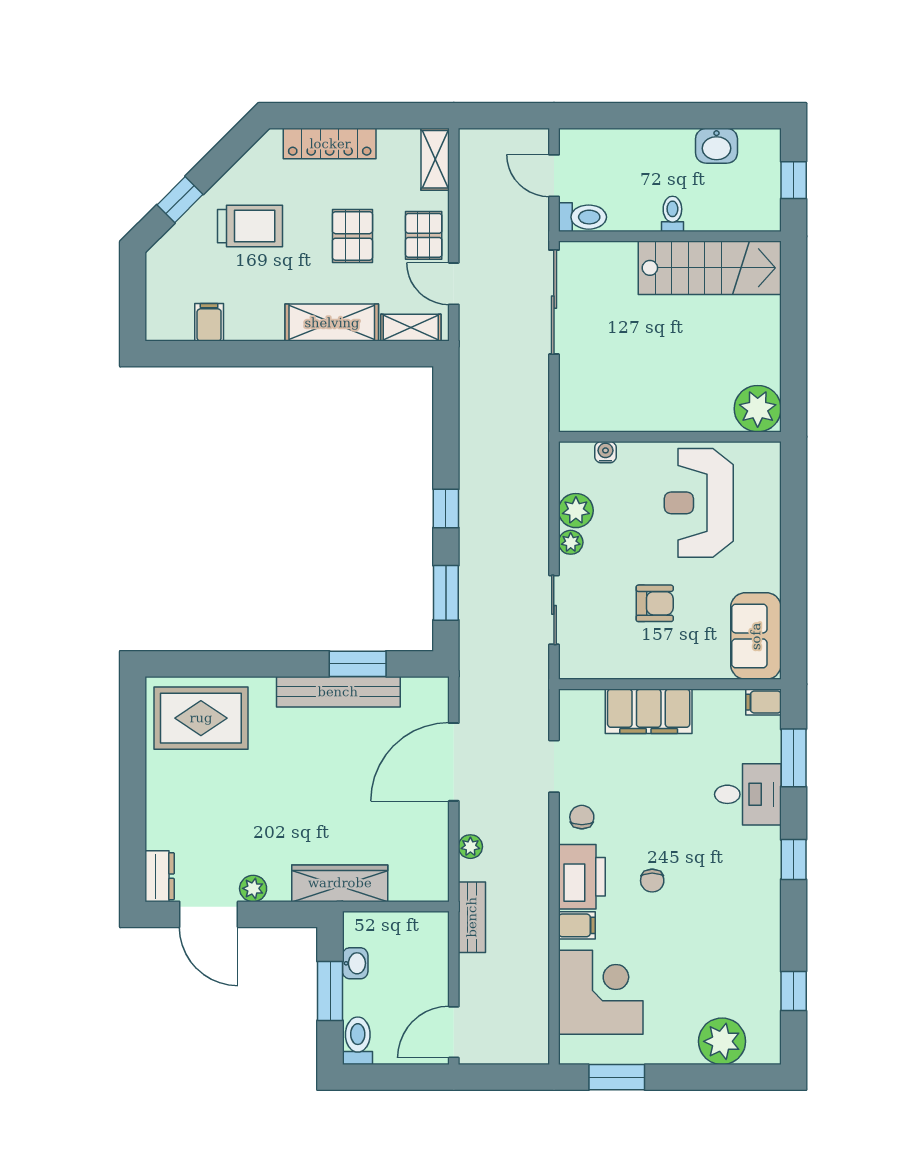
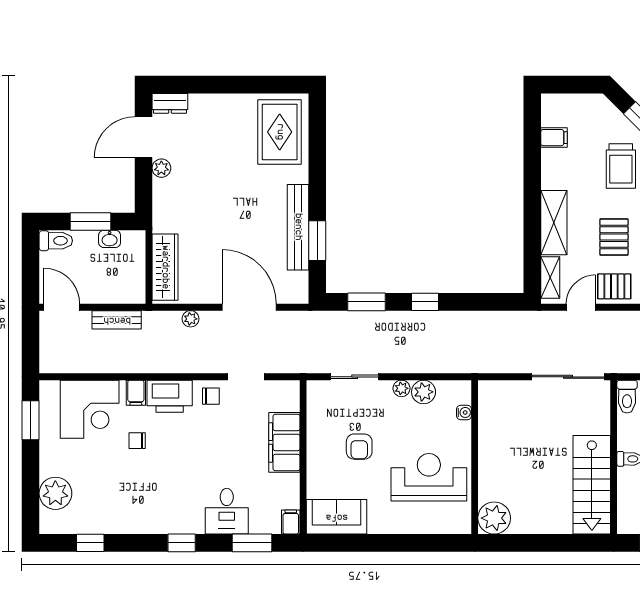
pallet: (352, 236) -> (614, 237), turned 90
chair: (652, 881) -> (137, 441), moved
wardrobe: (340, 883) -> (165, 267), moved
bench: (472, 917) -> (117, 320), moved

